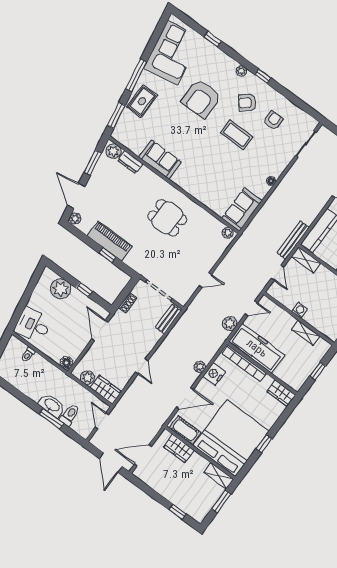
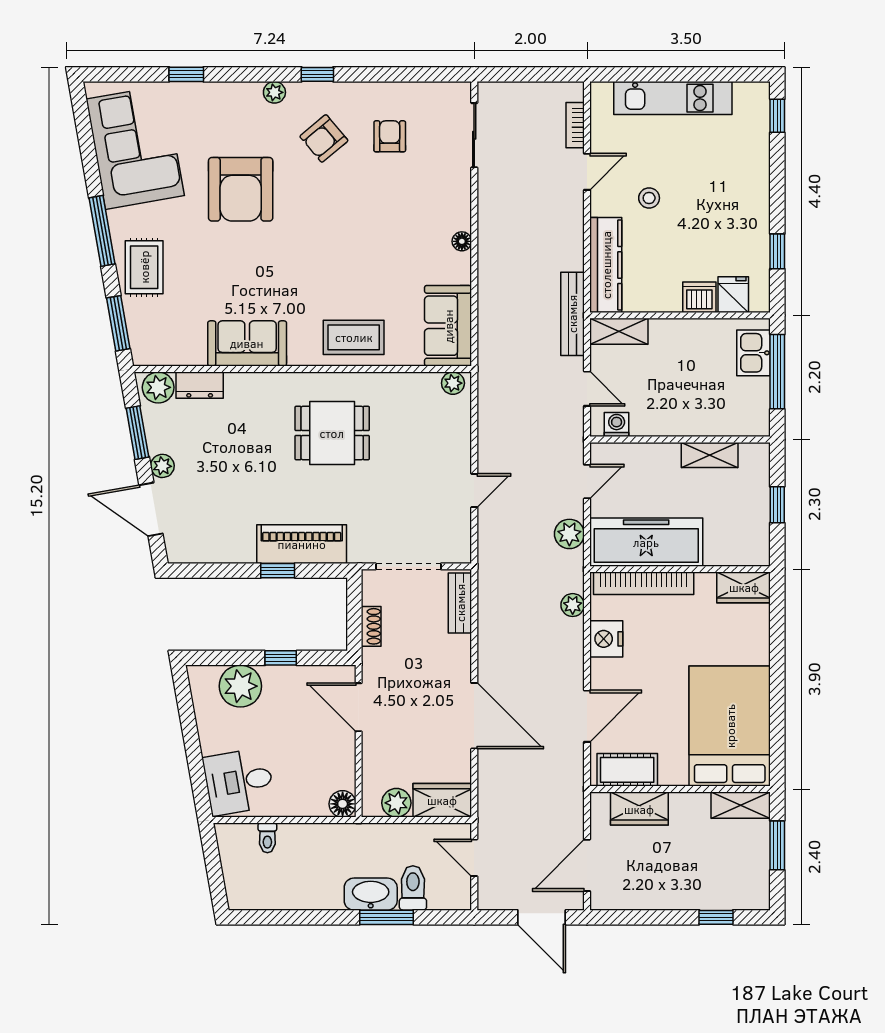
coffee table: (237, 135) -> (354, 337), moved
plant: (75, 219) -> (162, 466), moved
piano: (110, 241) -> (302, 544), moved
washing machine: (299, 310) -> (617, 424), moved
door: (142, 366) -> (474, 716), width x1.87
plant: (200, 367) -> (573, 605), moved
bed: (231, 438) -> (730, 726), width x0.73
window: (264, 444) -> (777, 694), removed

